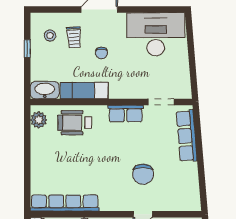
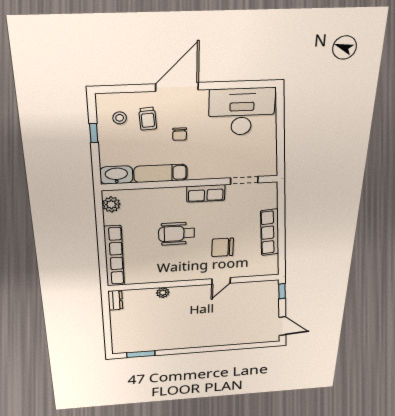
wheelchair: (75, 123) -> (177, 234), moved
row of seats: (187, 136) -> (270, 232), moved
chair: (143, 174) -> (223, 247), turned 90
row of seats: (65, 203) -> (114, 256), moved, turned 90

